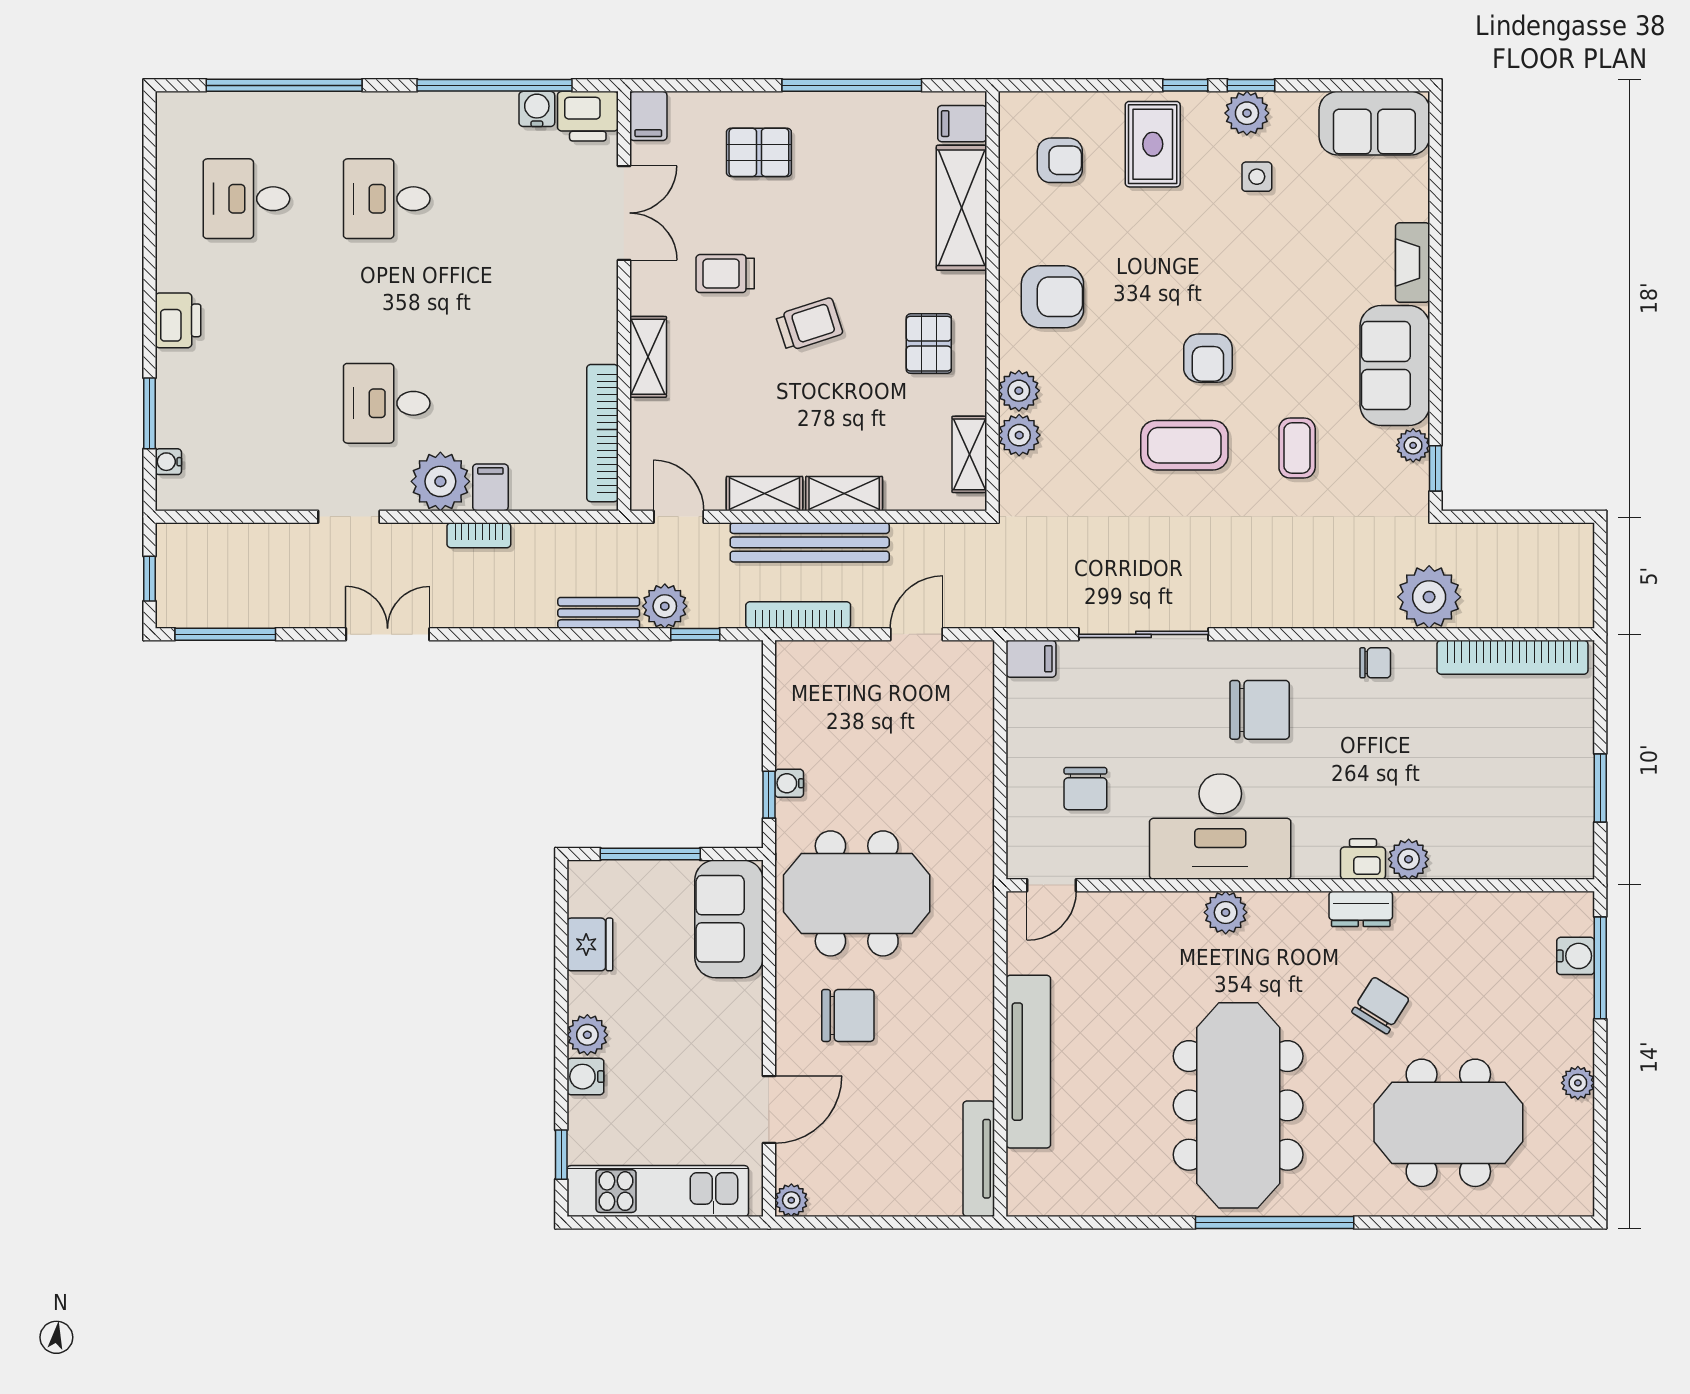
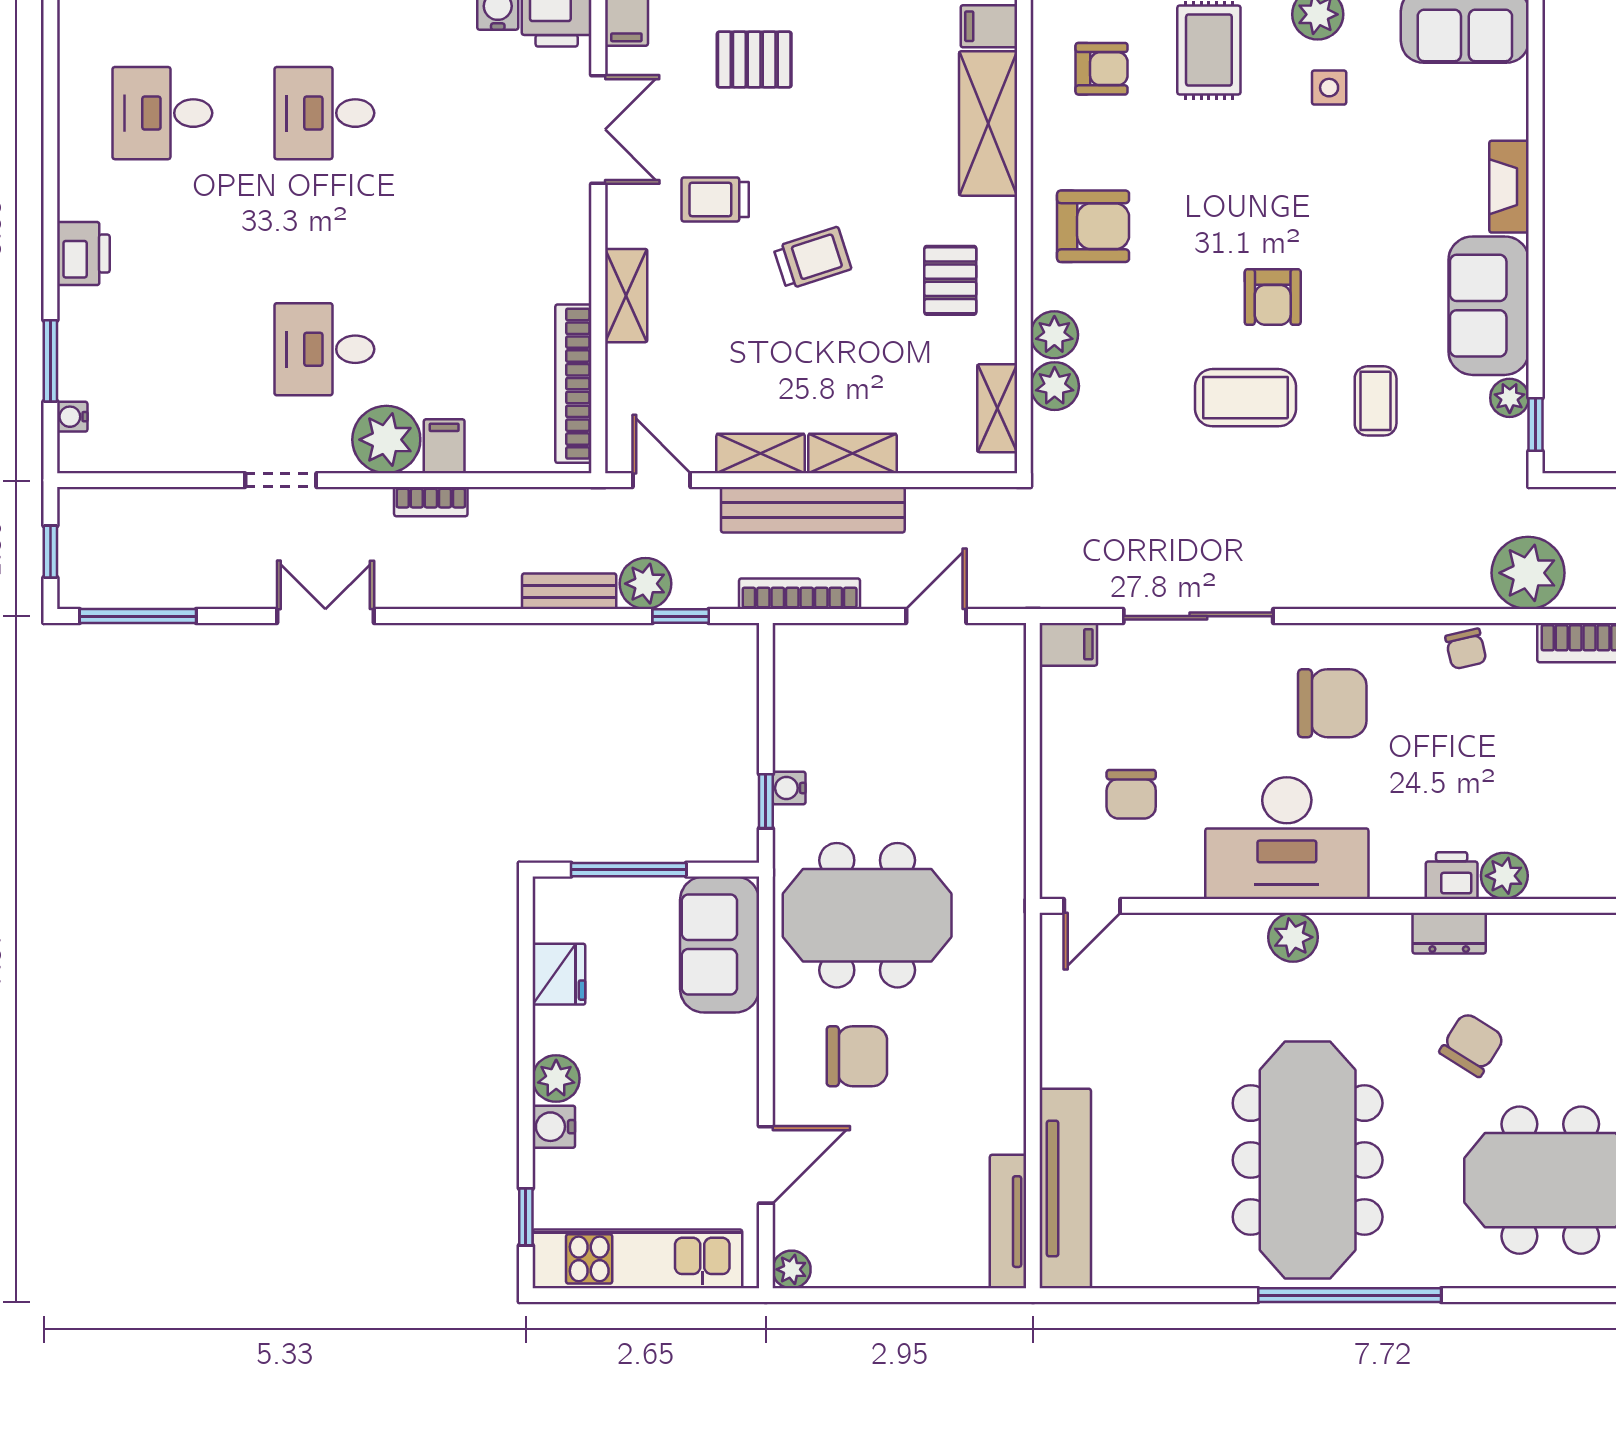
chair: (1375, 663) -> (1466, 649), turned 77
tv unit: (1028, 1062) -> (1065, 1189), moved

